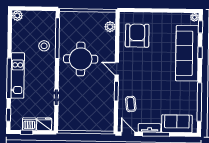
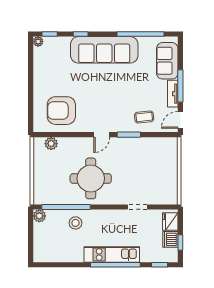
plant: (17, 16) -> (39, 216), moved
sofa: (187, 53) -> (104, 50), moved

